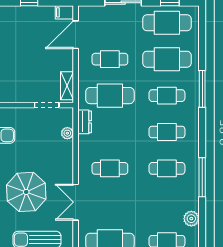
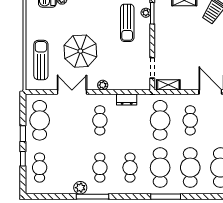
cafe table: (167, 96) -> (160, 168), width x1.37, depth x1.35
dresser: (85, 122) -> (127, 99), moved
plant: (67, 133) -> (103, 85), moved
plant: (191, 219) -> (80, 188), moved

